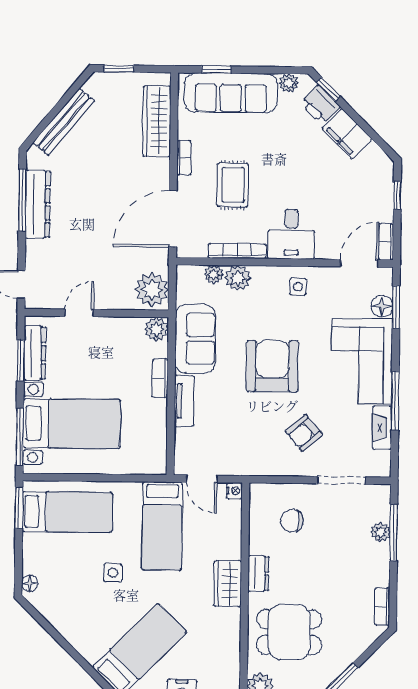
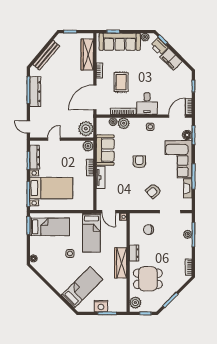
armchair: (272, 366) -> (139, 162), width x0.53, depth x0.53
wardrobe: (228, 584) -> (121, 263), width x1.50

